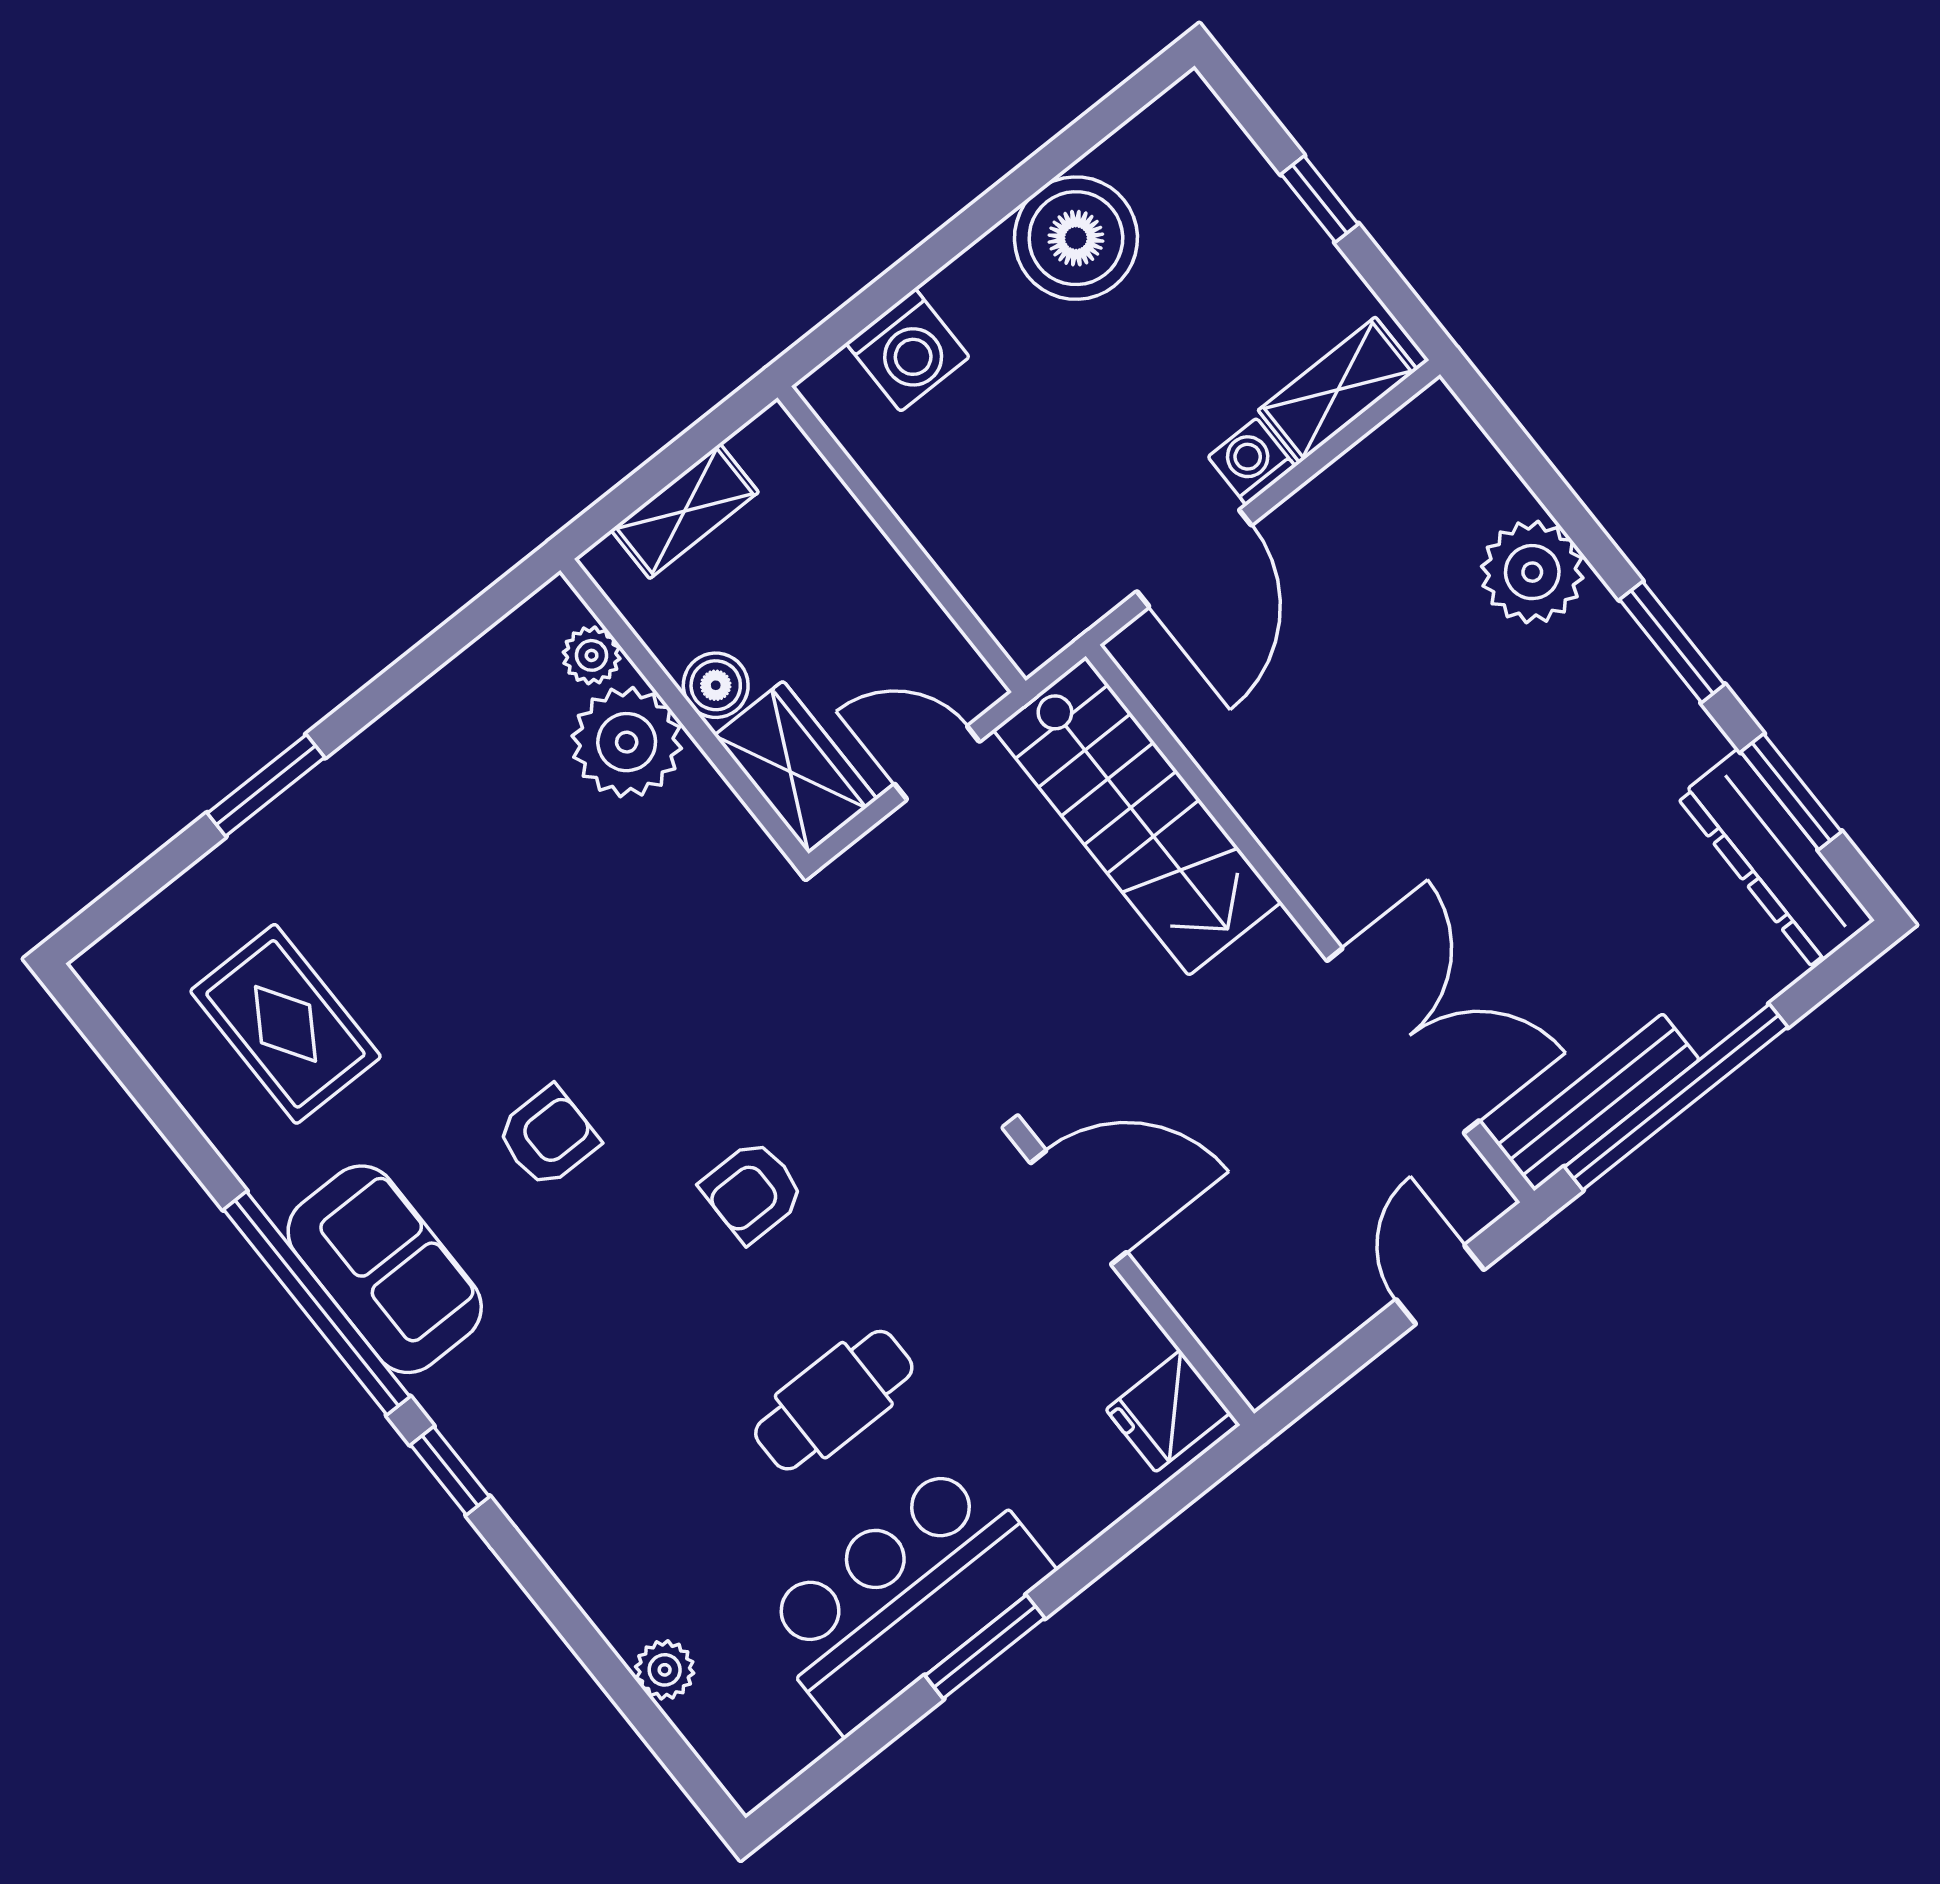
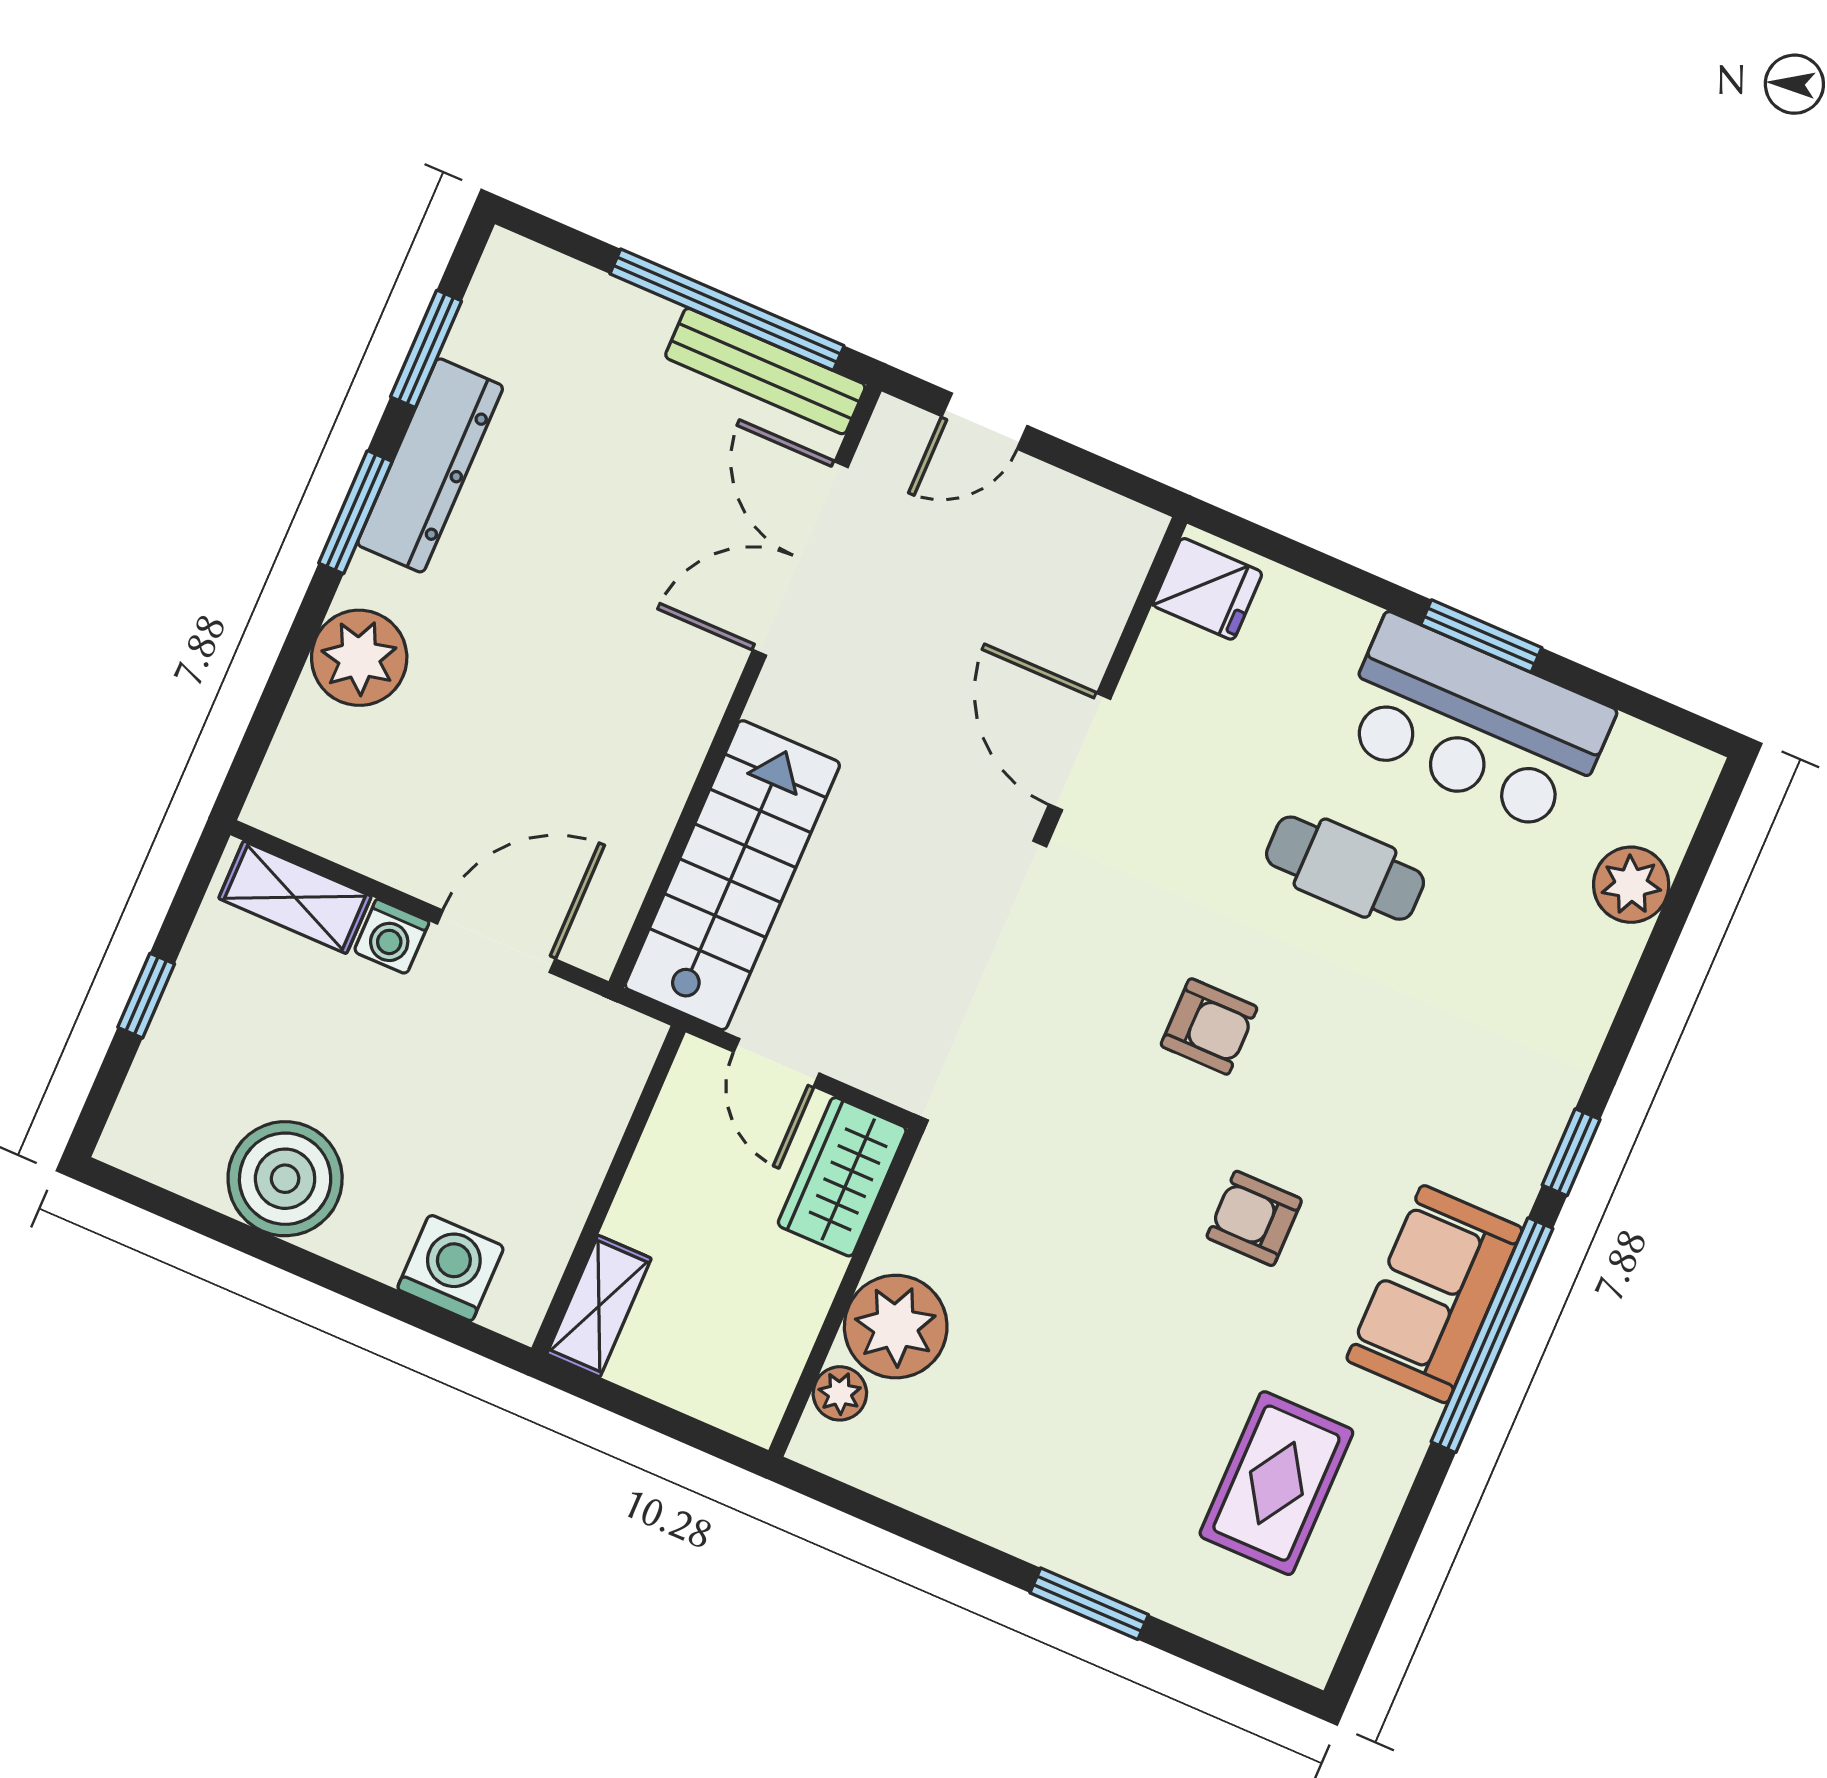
shelving: (685, 511) -> (599, 1306), moved, turned 90
boiler: (716, 685) -> (810, 1278), removed
dresser: (1776, 859) -> (430, 465), moved
plant: (665, 1670) -> (1631, 885), width x1.38, depth x1.38

